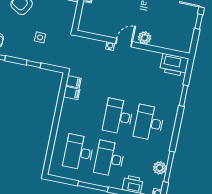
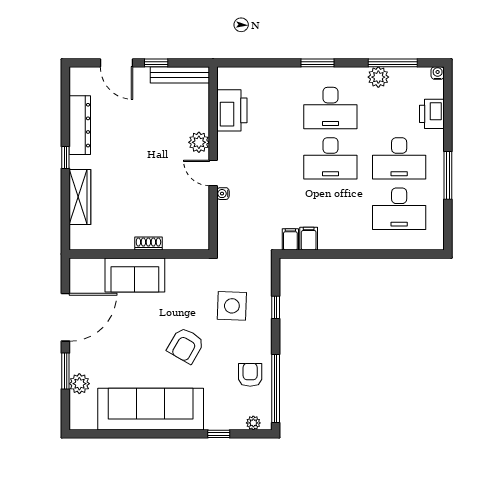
bench: (188, 35) -> (180, 75), added
side table: (40, 37) -> (232, 306), width x1.87, depth x1.87
printer: (174, 65) -> (232, 110), moved
window: (184, 96) -> (318, 63), moved
plant: (160, 168) -> (378, 77), moved

